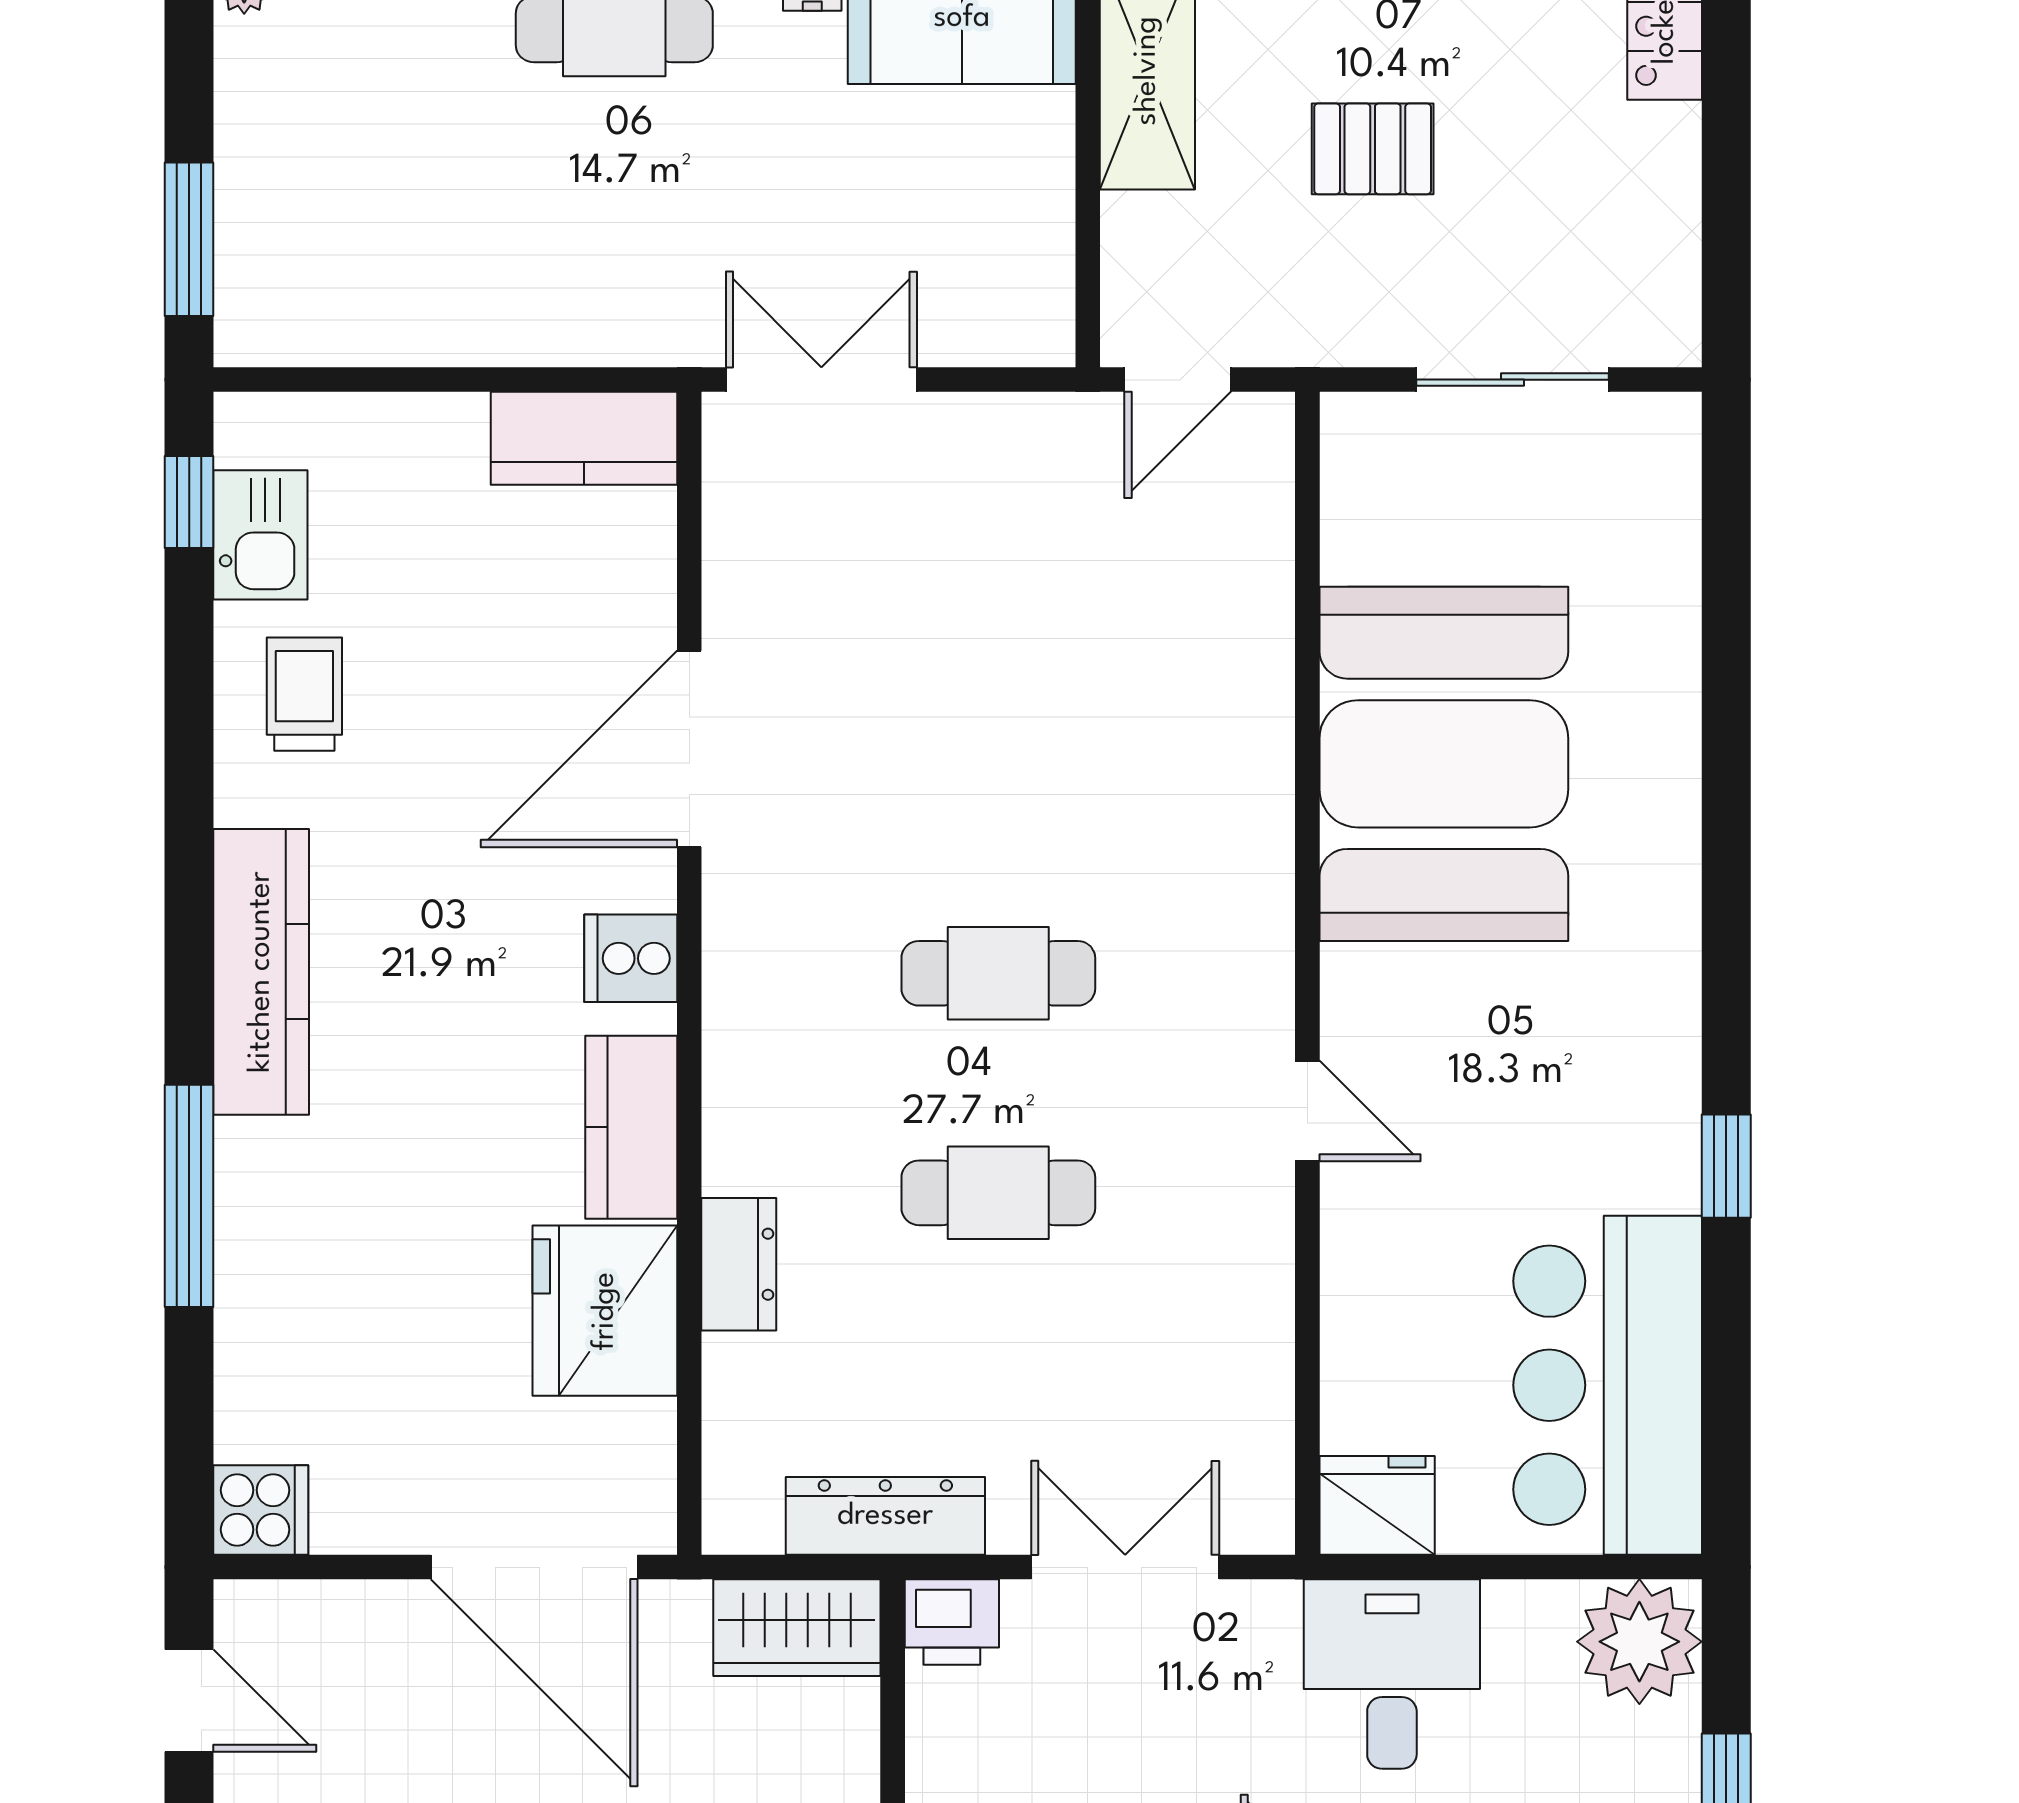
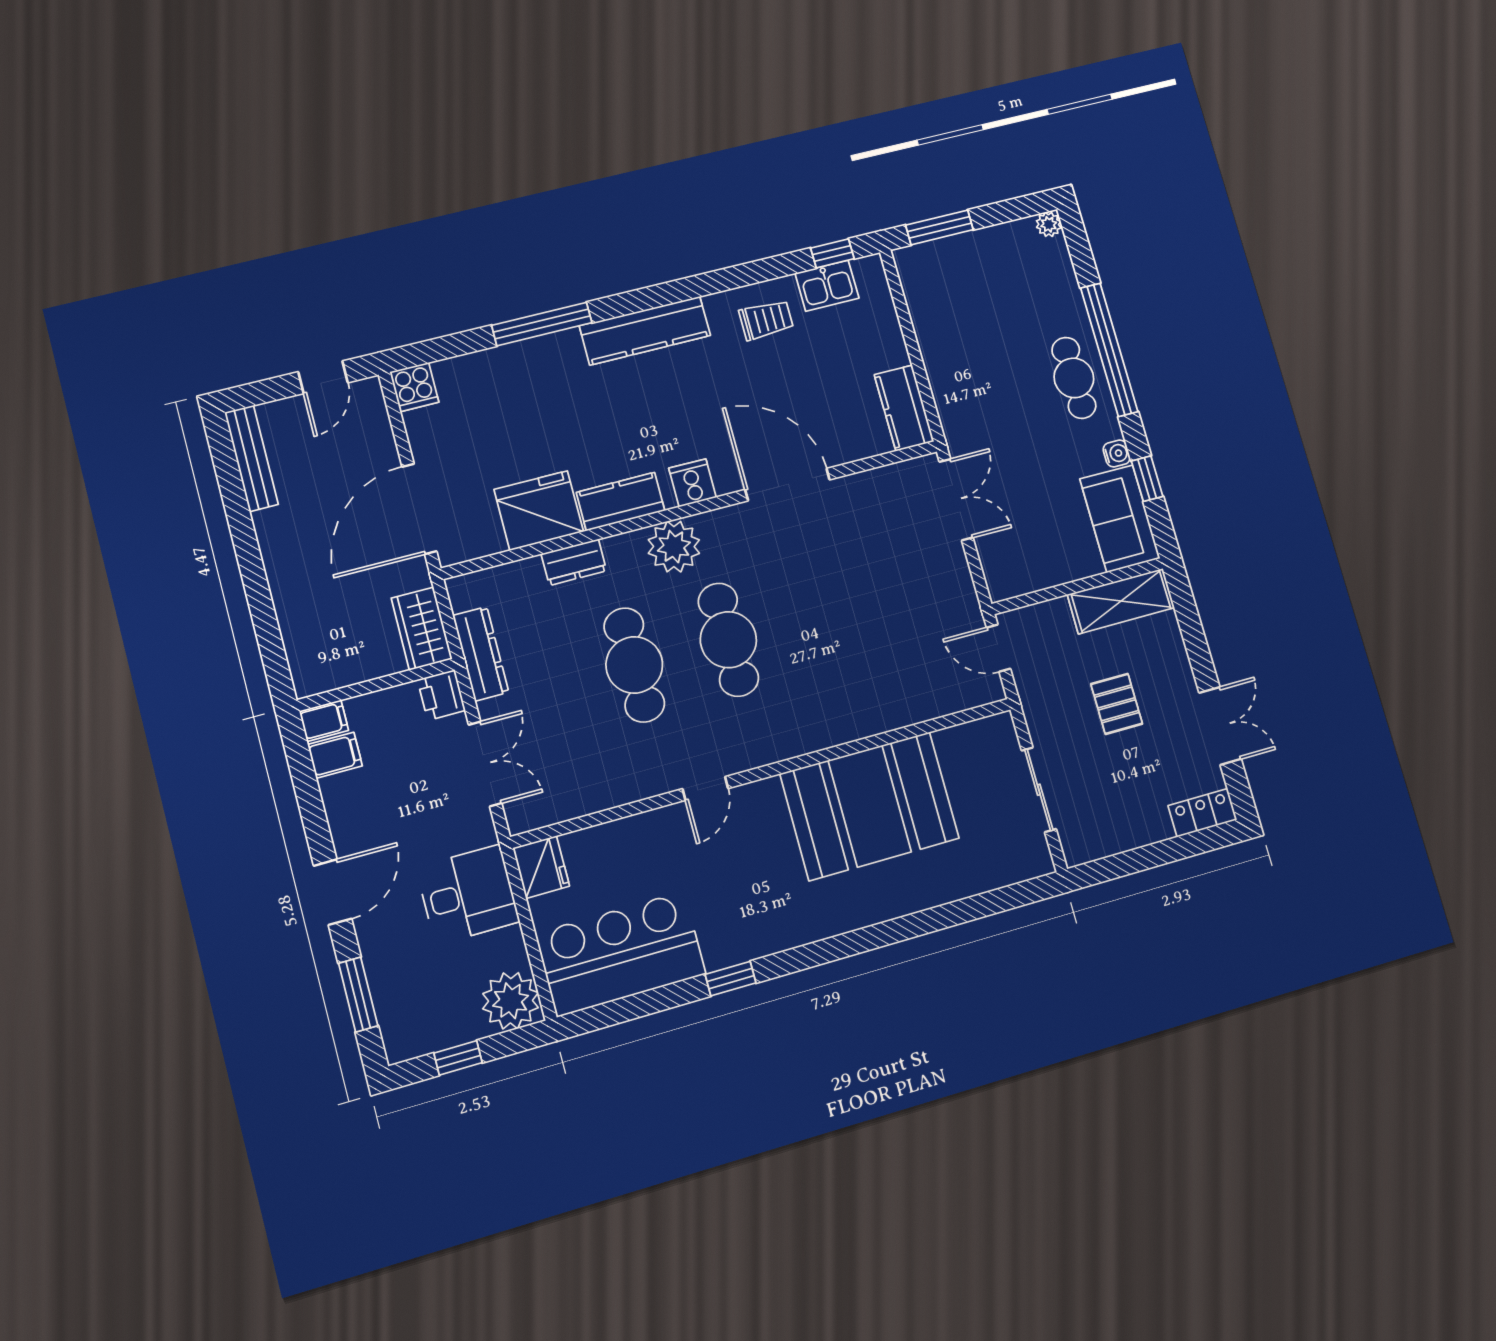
cafe table: (998, 973) -> (728, 640), width x1.37, depth x1.35
plant: (762, 1037) -> (674, 547), added
cafe table: (998, 1193) -> (634, 665), width x1.37, depth x1.35

